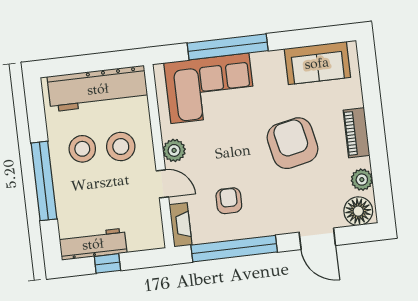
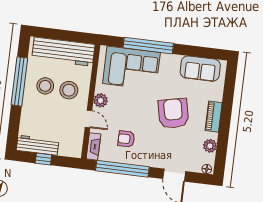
window: (44, 181) -> (19, 81), moved
armchair: (229, 201) -> (126, 139), turned -90
floor lamp: (358, 211) -> (207, 169), width x0.53, depth x0.53

